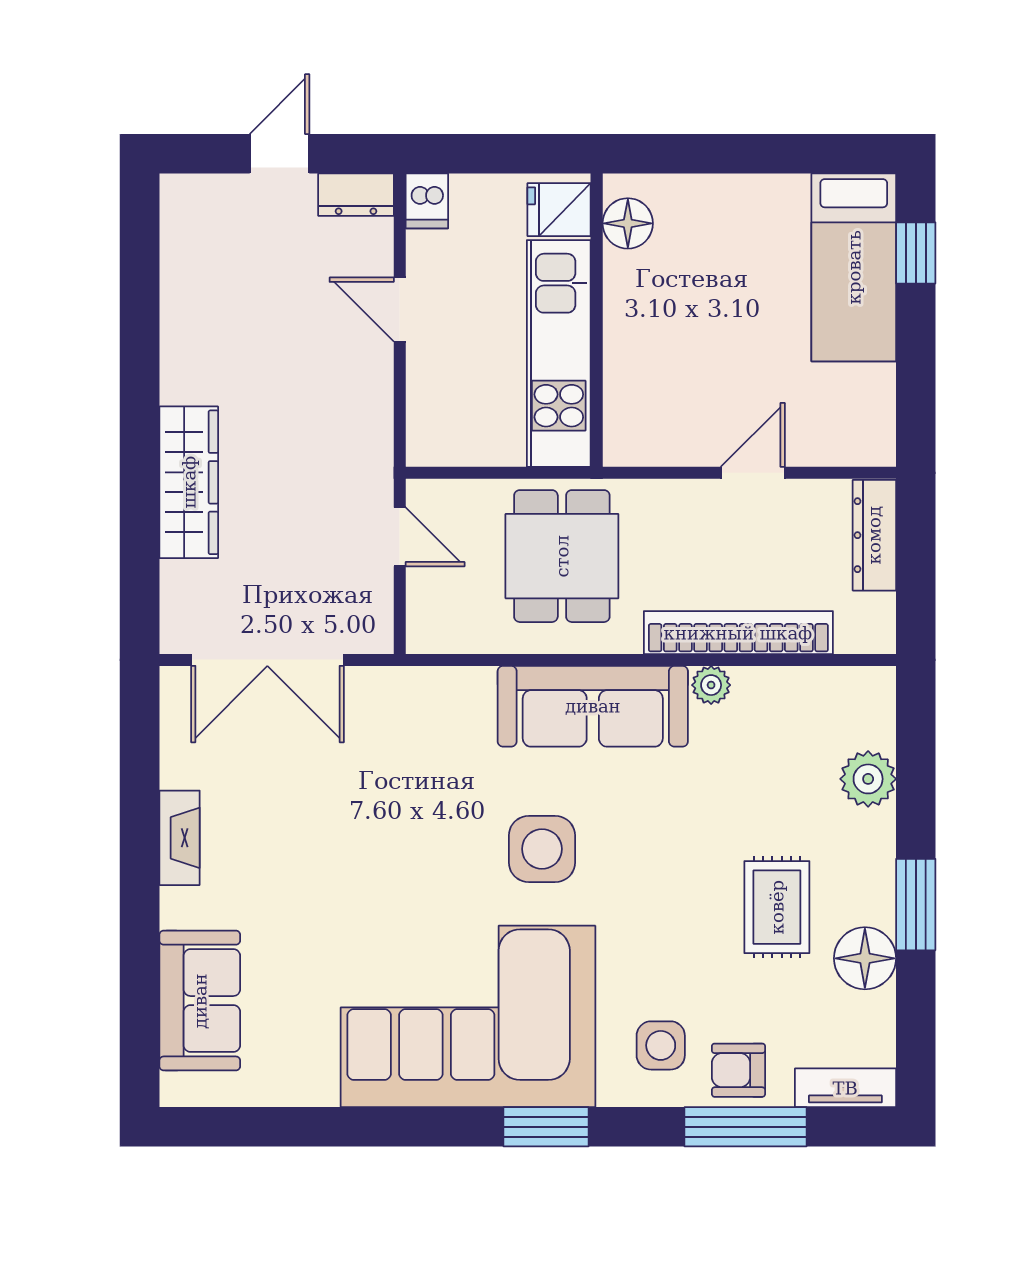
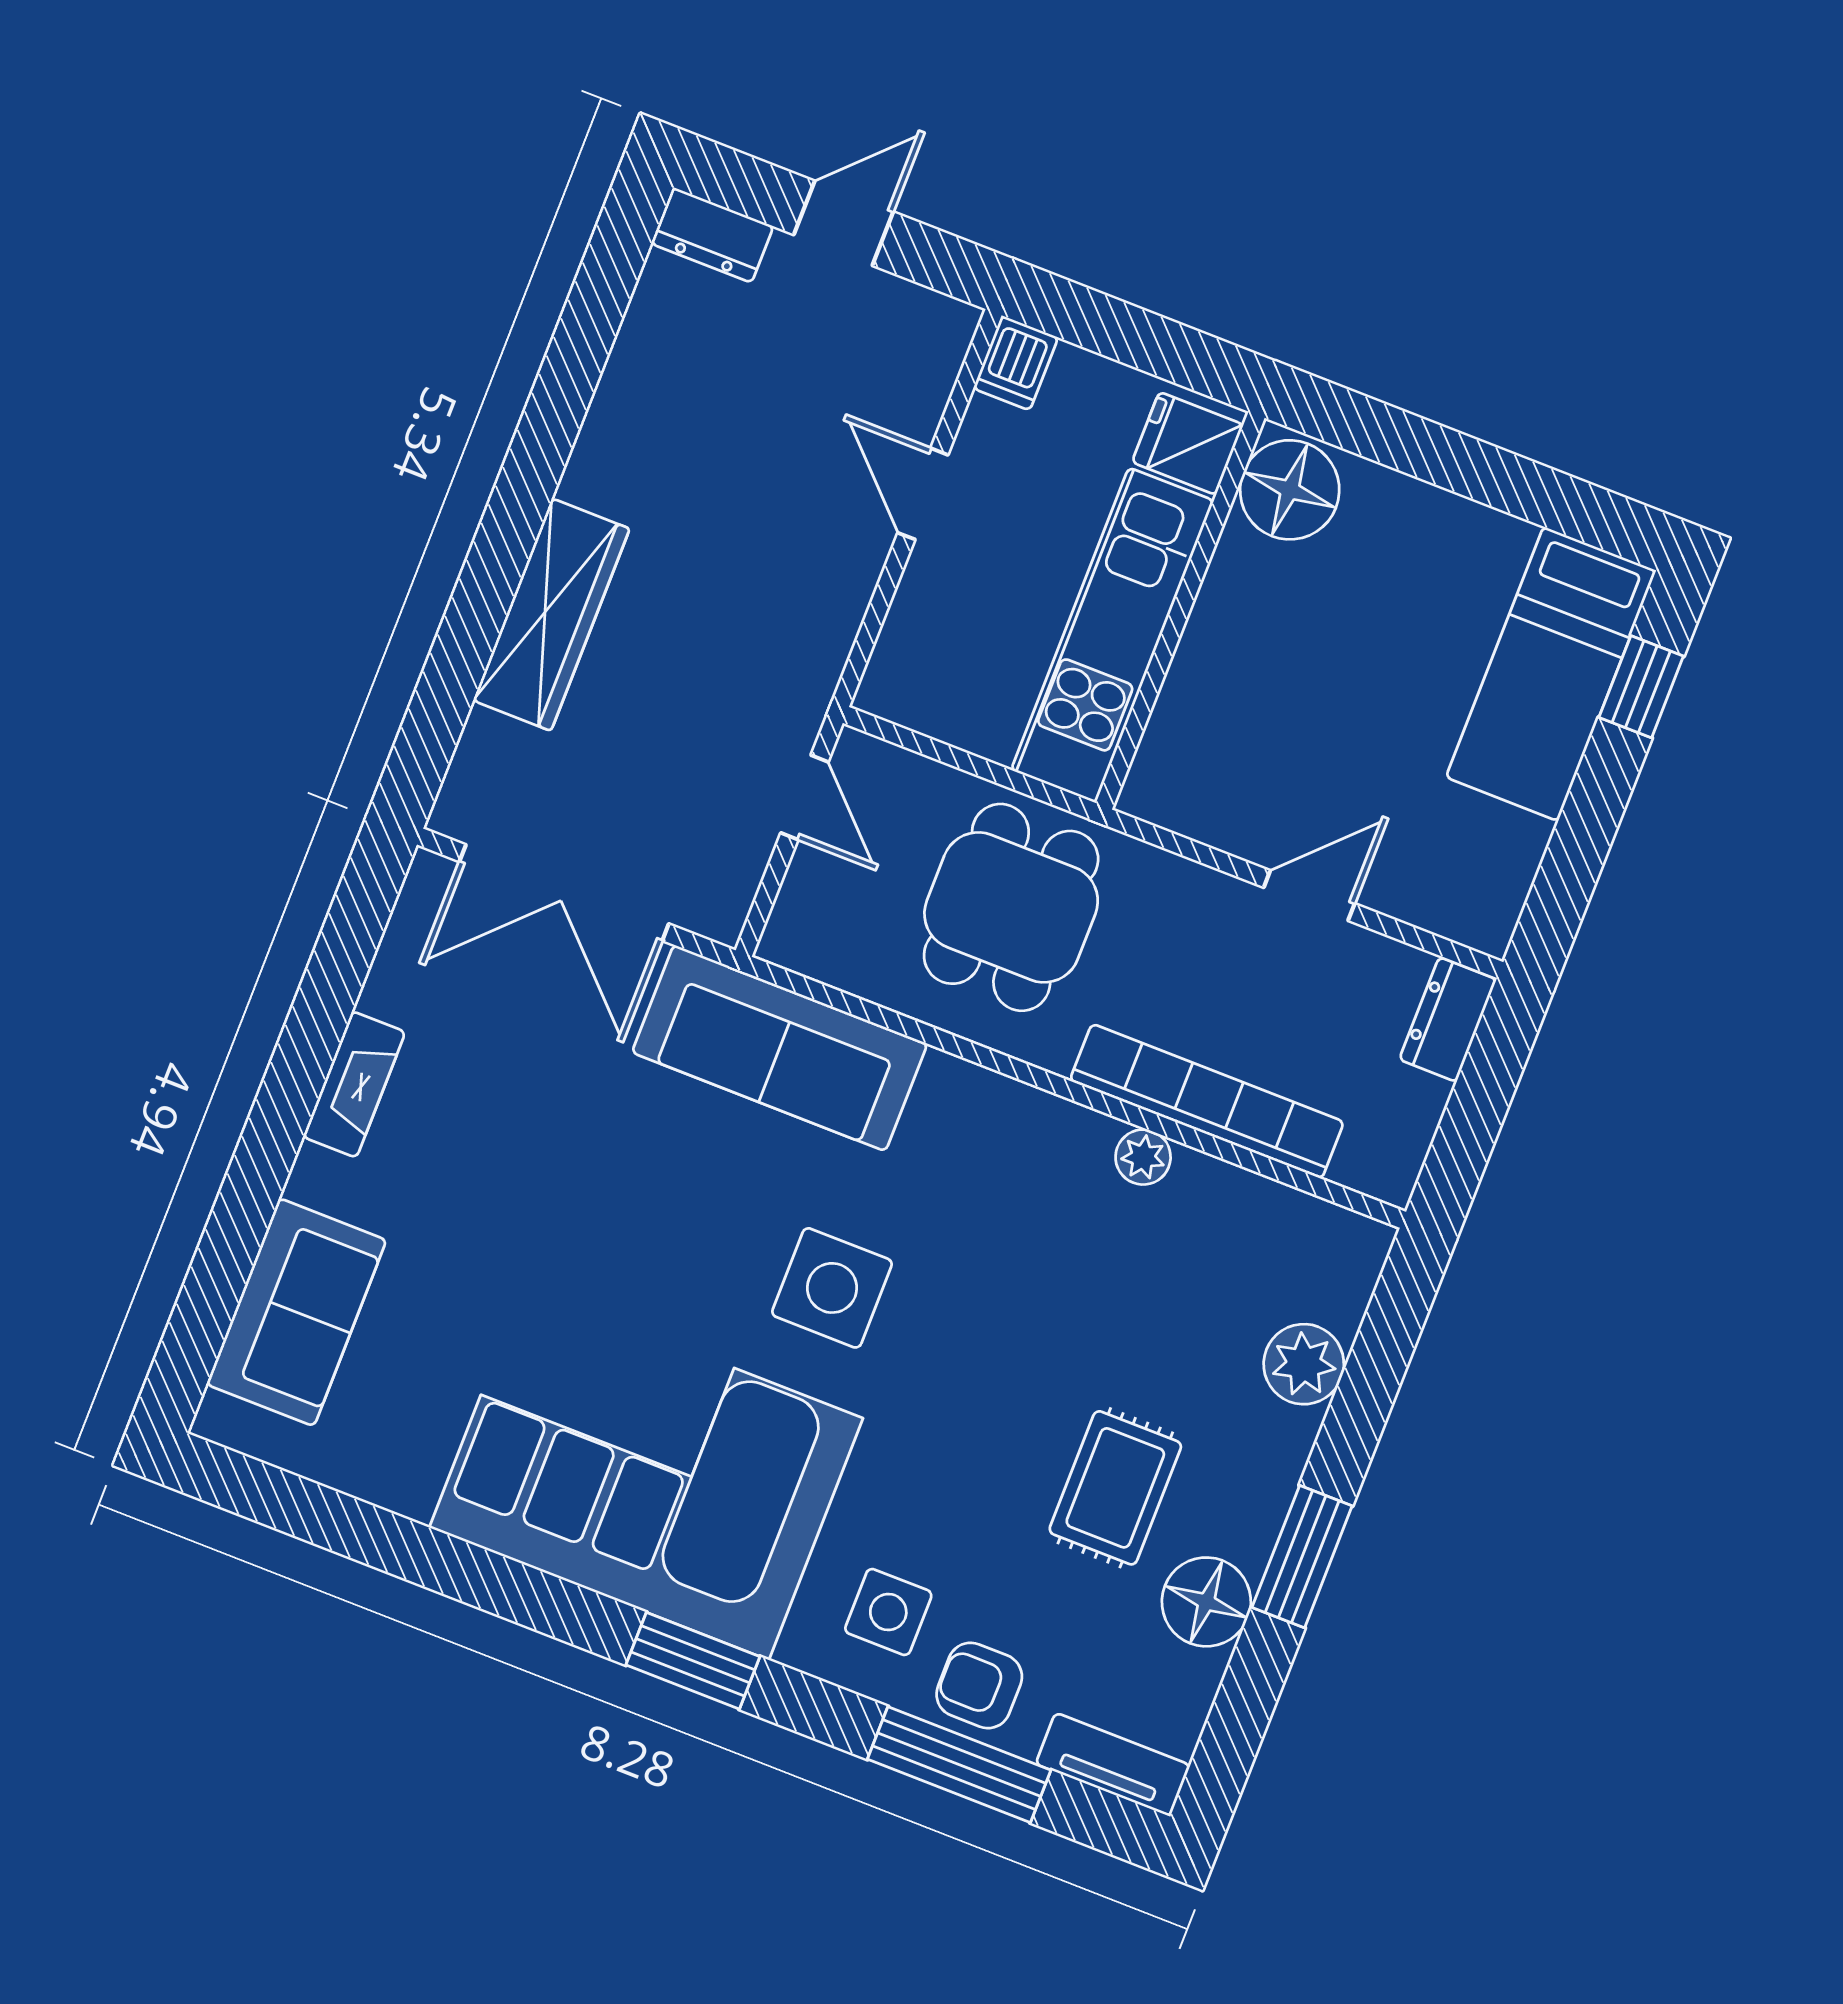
dresser: (356, 195) -> (712, 235), moved
floor lamp: (628, 223) -> (1290, 490), width x1.38, depth x1.38
dresser: (874, 535) -> (1448, 1020), width x0.70
sofa: (593, 706) -> (780, 1048), moved

